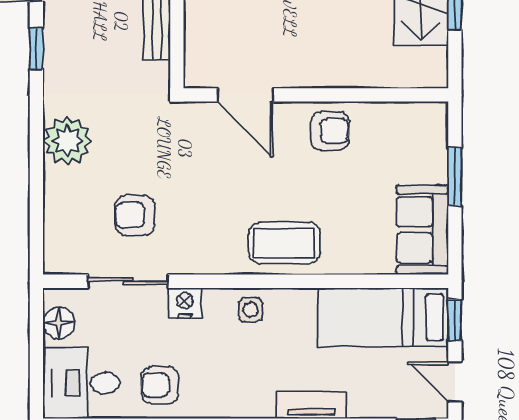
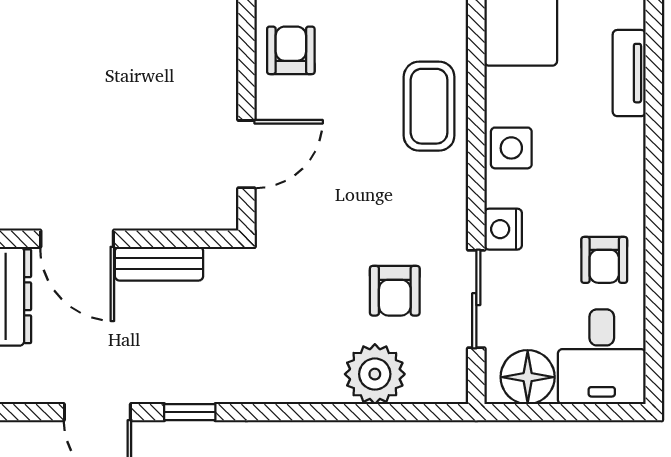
plant: (67, 141) -> (375, 374), moved
side table: (251, 310) -> (511, 148), width x1.37, depth x1.37
floor lamp: (59, 323) -> (528, 377), width x1.38, depth x1.38

